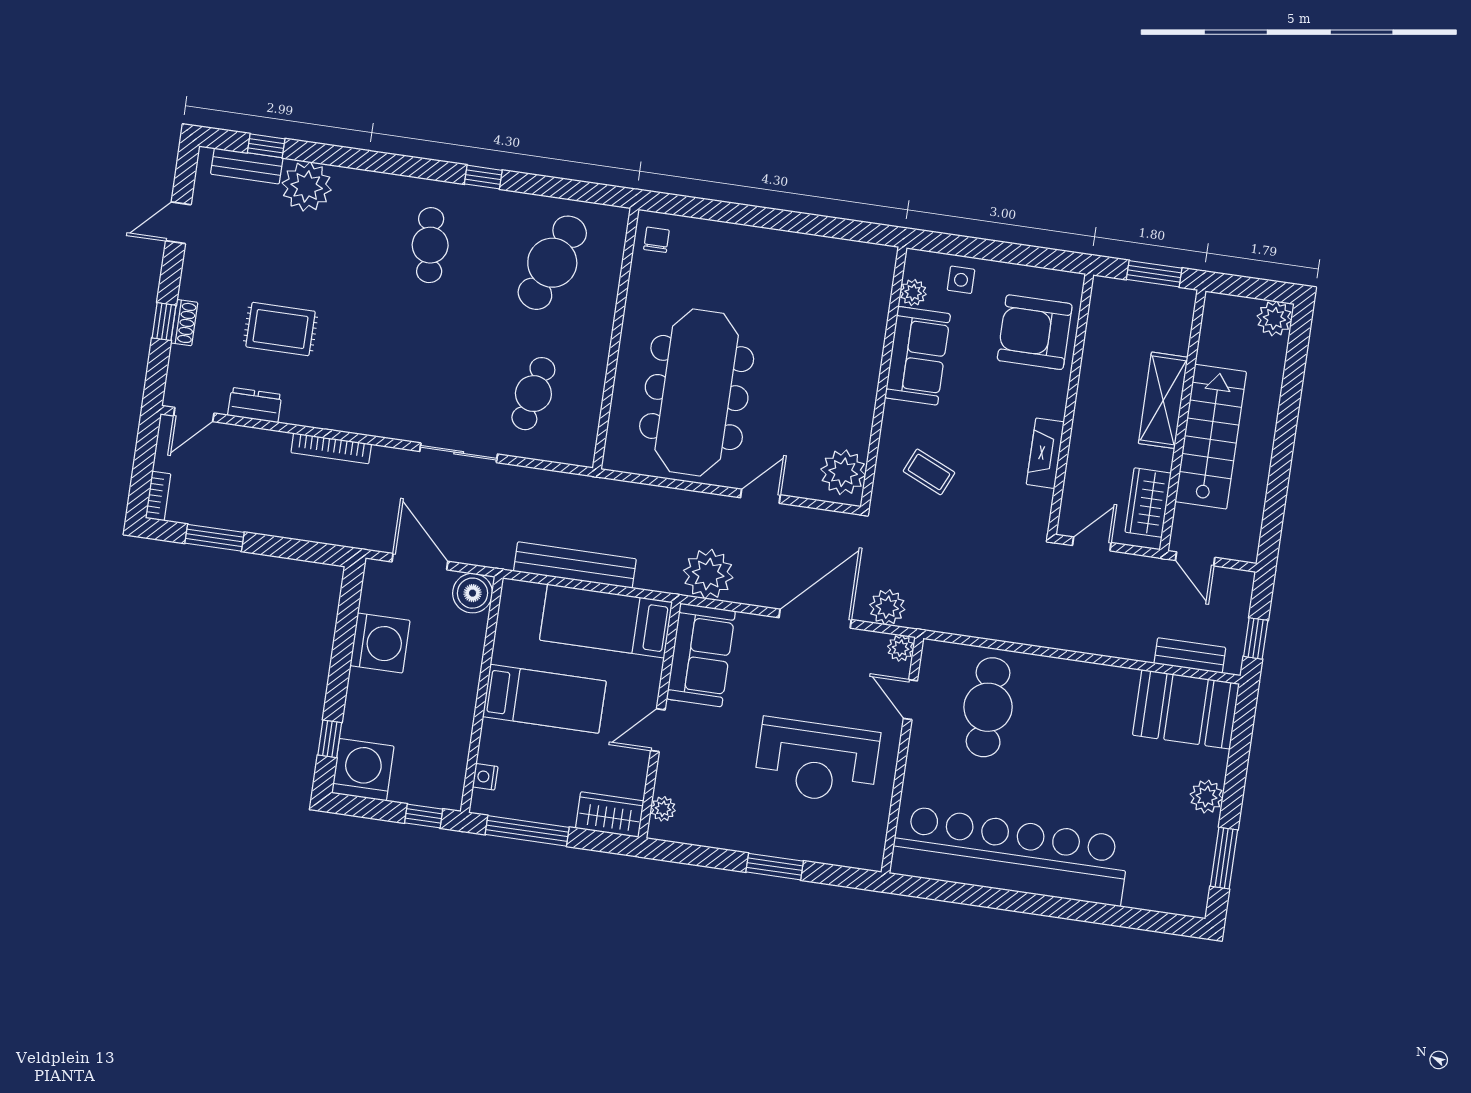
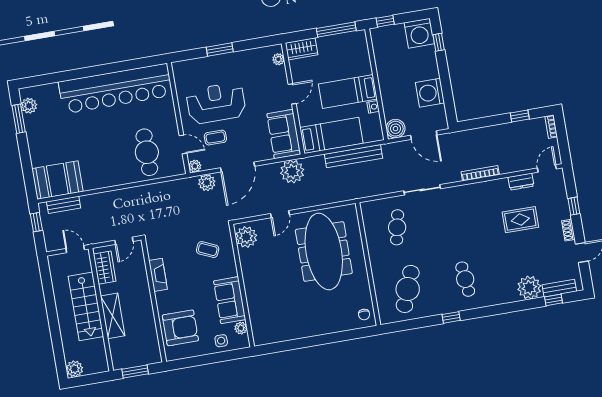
shoe rack: (184, 323) -> (568, 230), moved
window: (214, 538) -> (520, 116), width x0.67
coffee table: (841, 692) -> (215, 138), added
nightstand: (485, 777) -> (373, 107), moved
plant: (1206, 797) -> (29, 106), moved

